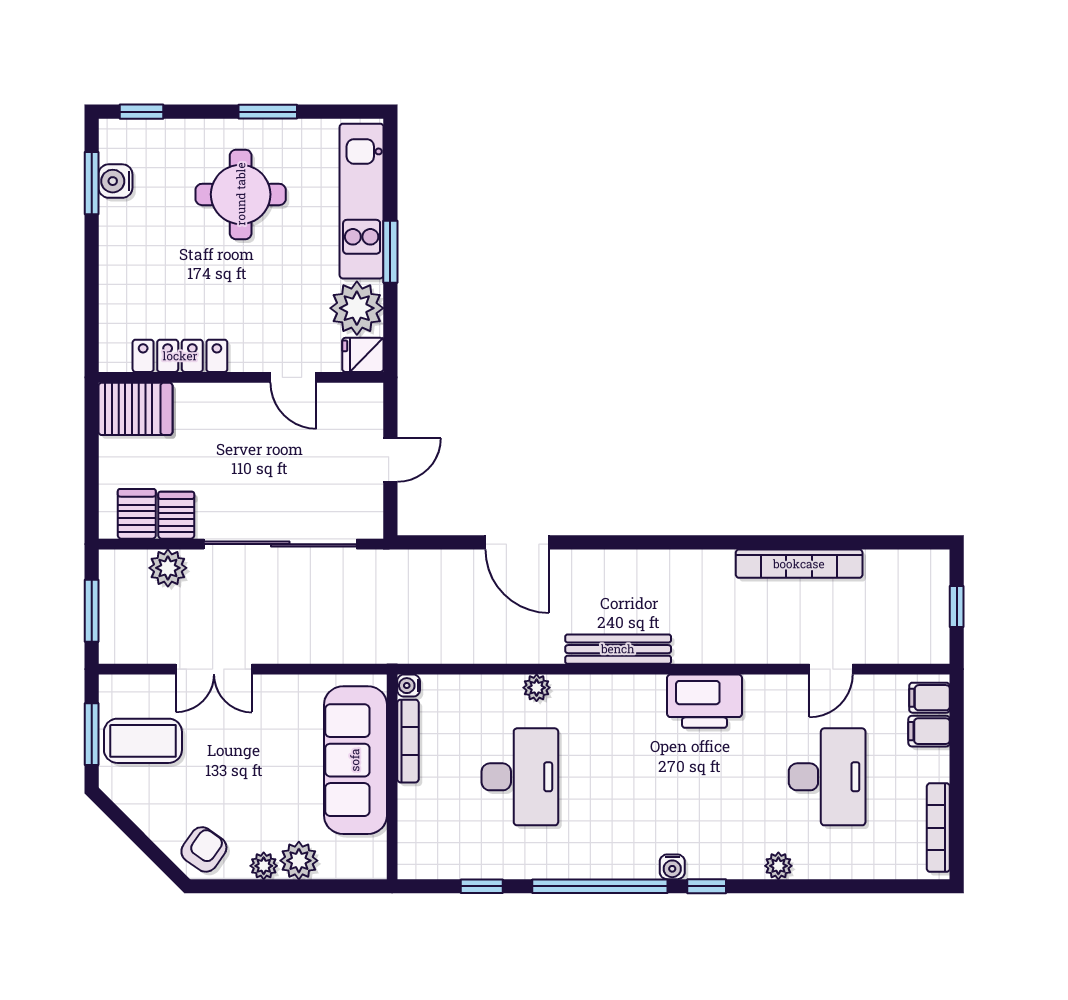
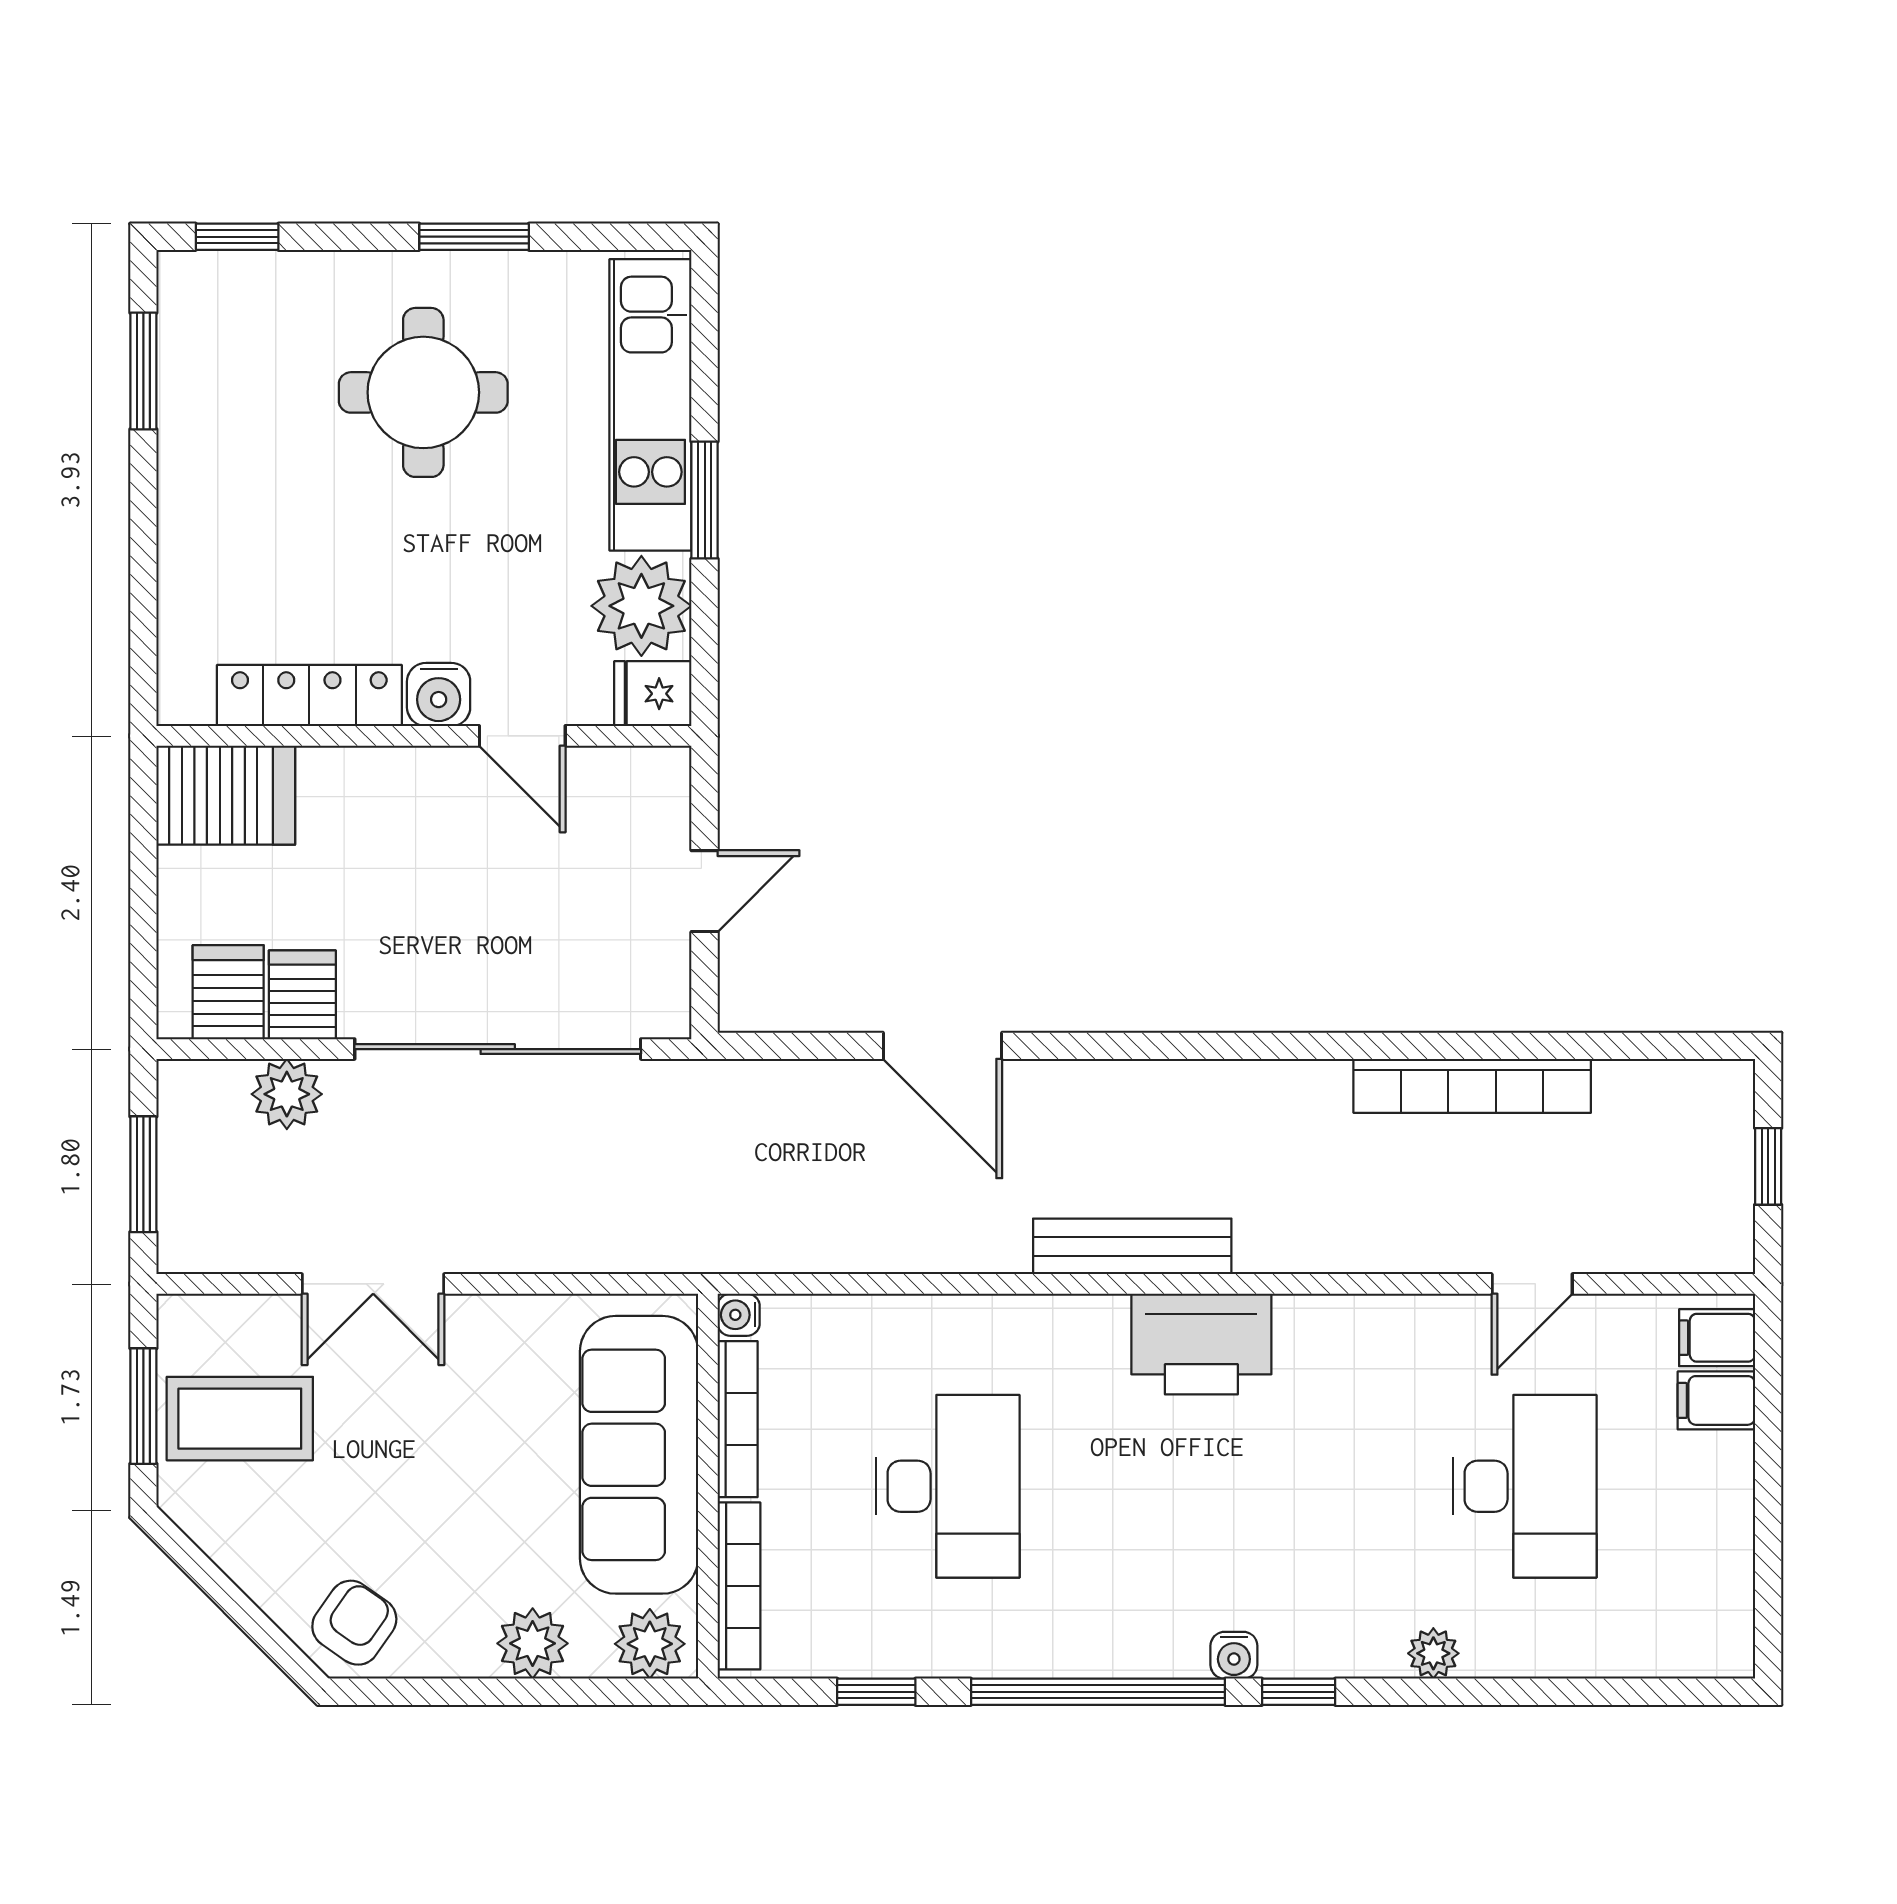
water cooler: (115, 181) -> (439, 694), moved, turned -90
plant: (537, 688) -> (979, 1319), removed
printer: (705, 701) -> (1201, 1344), moved
bookcase: (938, 828) -> (739, 1586), moved, turned 180
plant: (264, 866) -> (650, 1644), moved, width x1.38, depth x1.38

